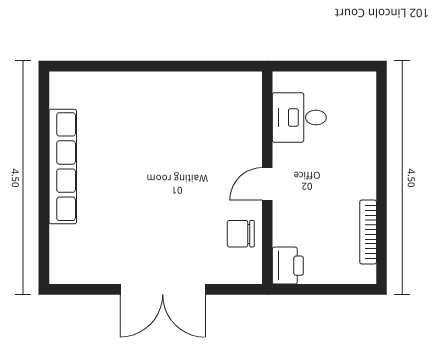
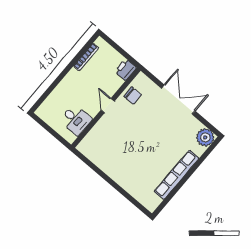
door: (267, 184) -> (108, 106), swing flipped
plant: (68, 266) -> (205, 137), added

